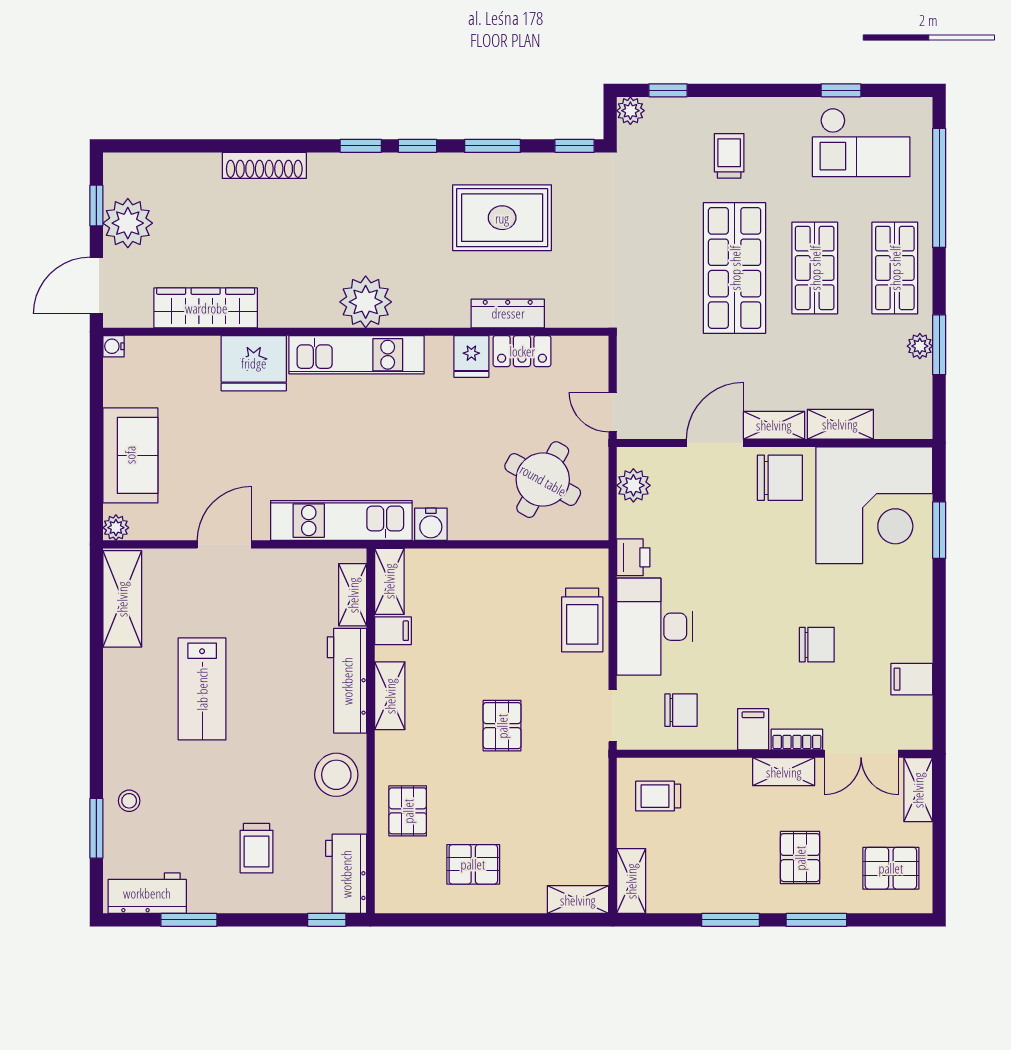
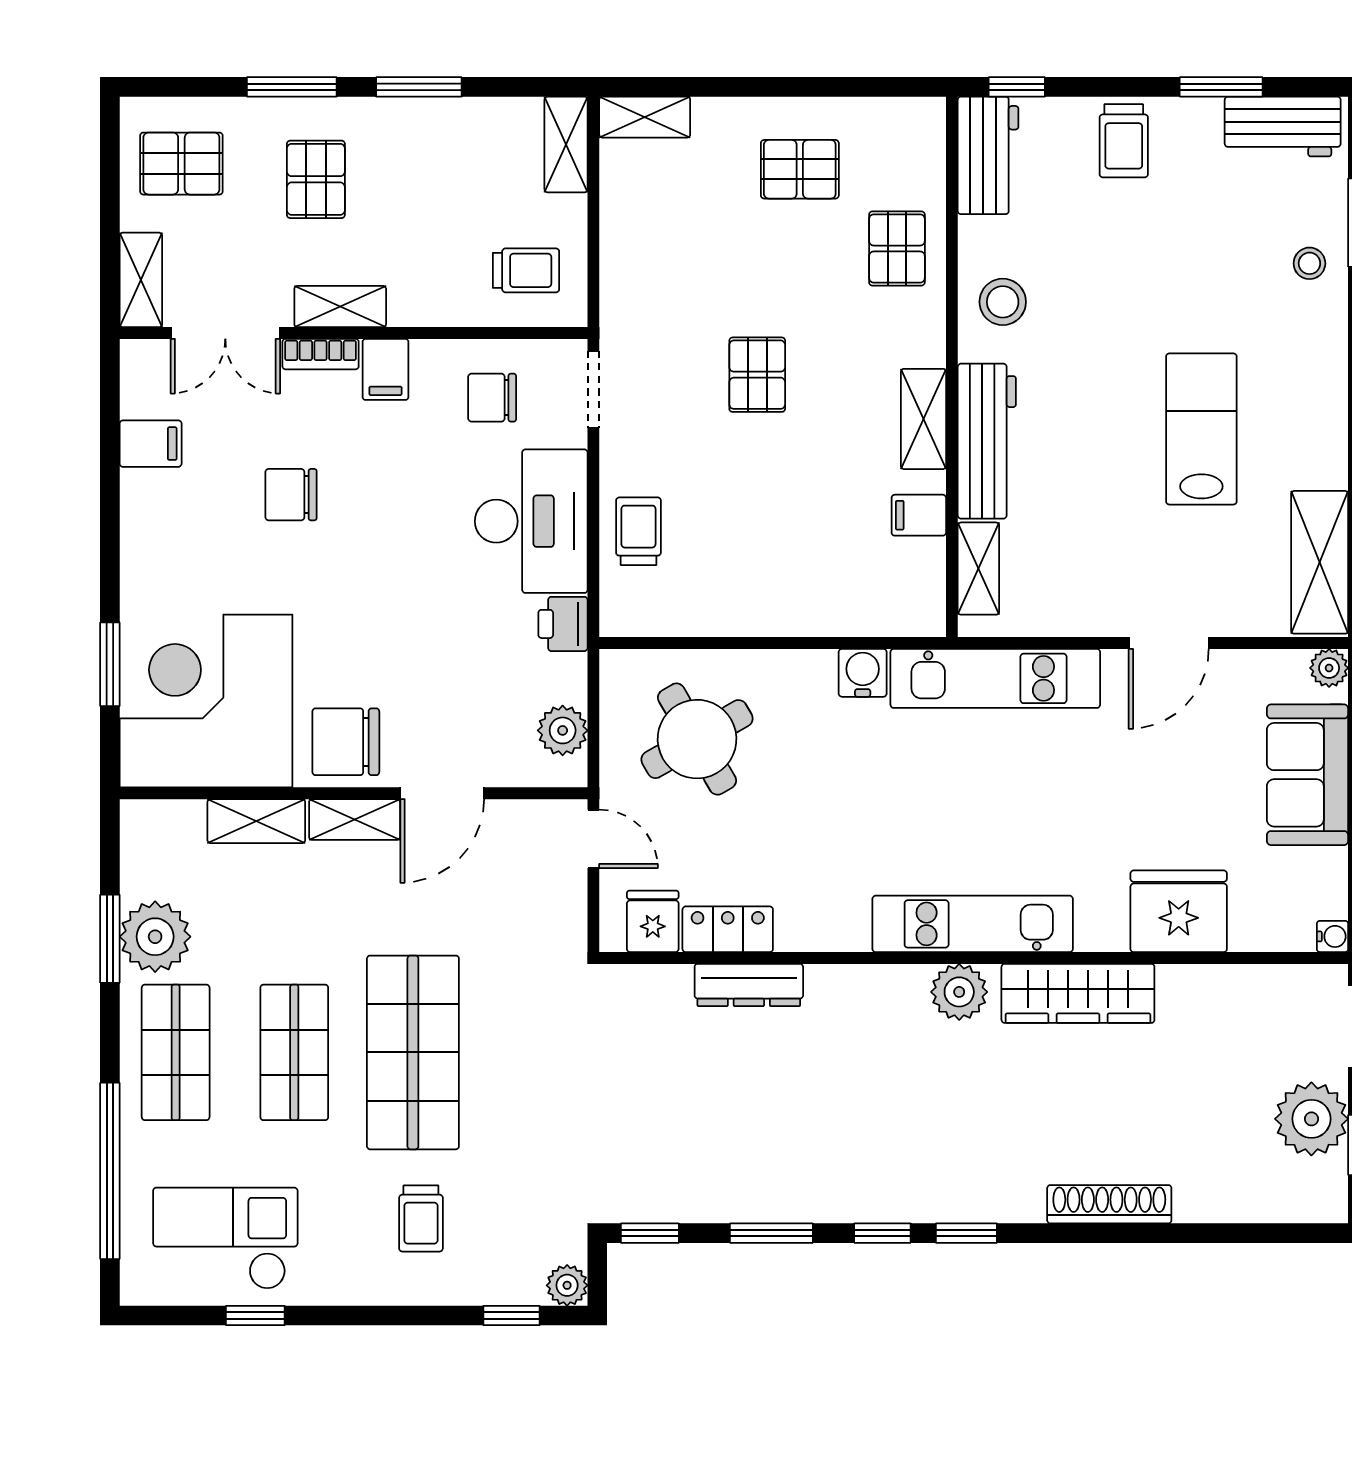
rug: (502, 218) -> (757, 1127), removed
plant: (366, 302) -> (959, 992), width x0.73, depth x0.73
wardrobe: (206, 308) -> (1078, 993), moved
plant: (920, 346) -> (155, 937), width x1.87, depth x1.87
fridge: (471, 356) -> (653, 921), moved
fridge: (254, 363) -> (1179, 911), moved
round table: (543, 480) -> (697, 739), turned 31
shelving: (389, 581) -> (924, 588), removed
trolley: (582, 620) -> (638, 531), width x0.73, depth x0.72
double door: (861, 754) -> (225, 333), swing flipped
stool: (336, 775) -> (1003, 302), width x0.73, depth x0.73
trolley: (257, 848) -> (1124, 141), moved, turned 180

